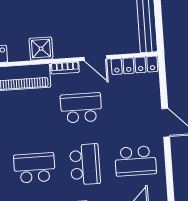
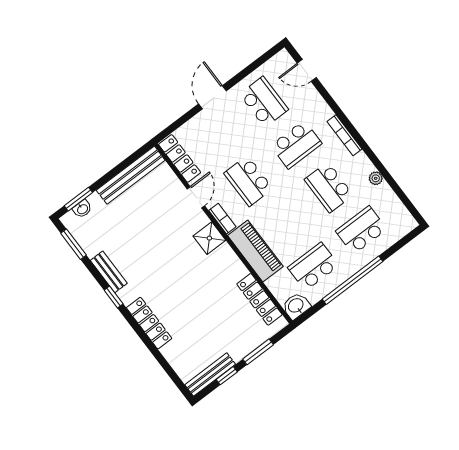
shower: (41, 49) -> (209, 238), moved
school desk: (85, 164) -> (296, 145), turned 180

